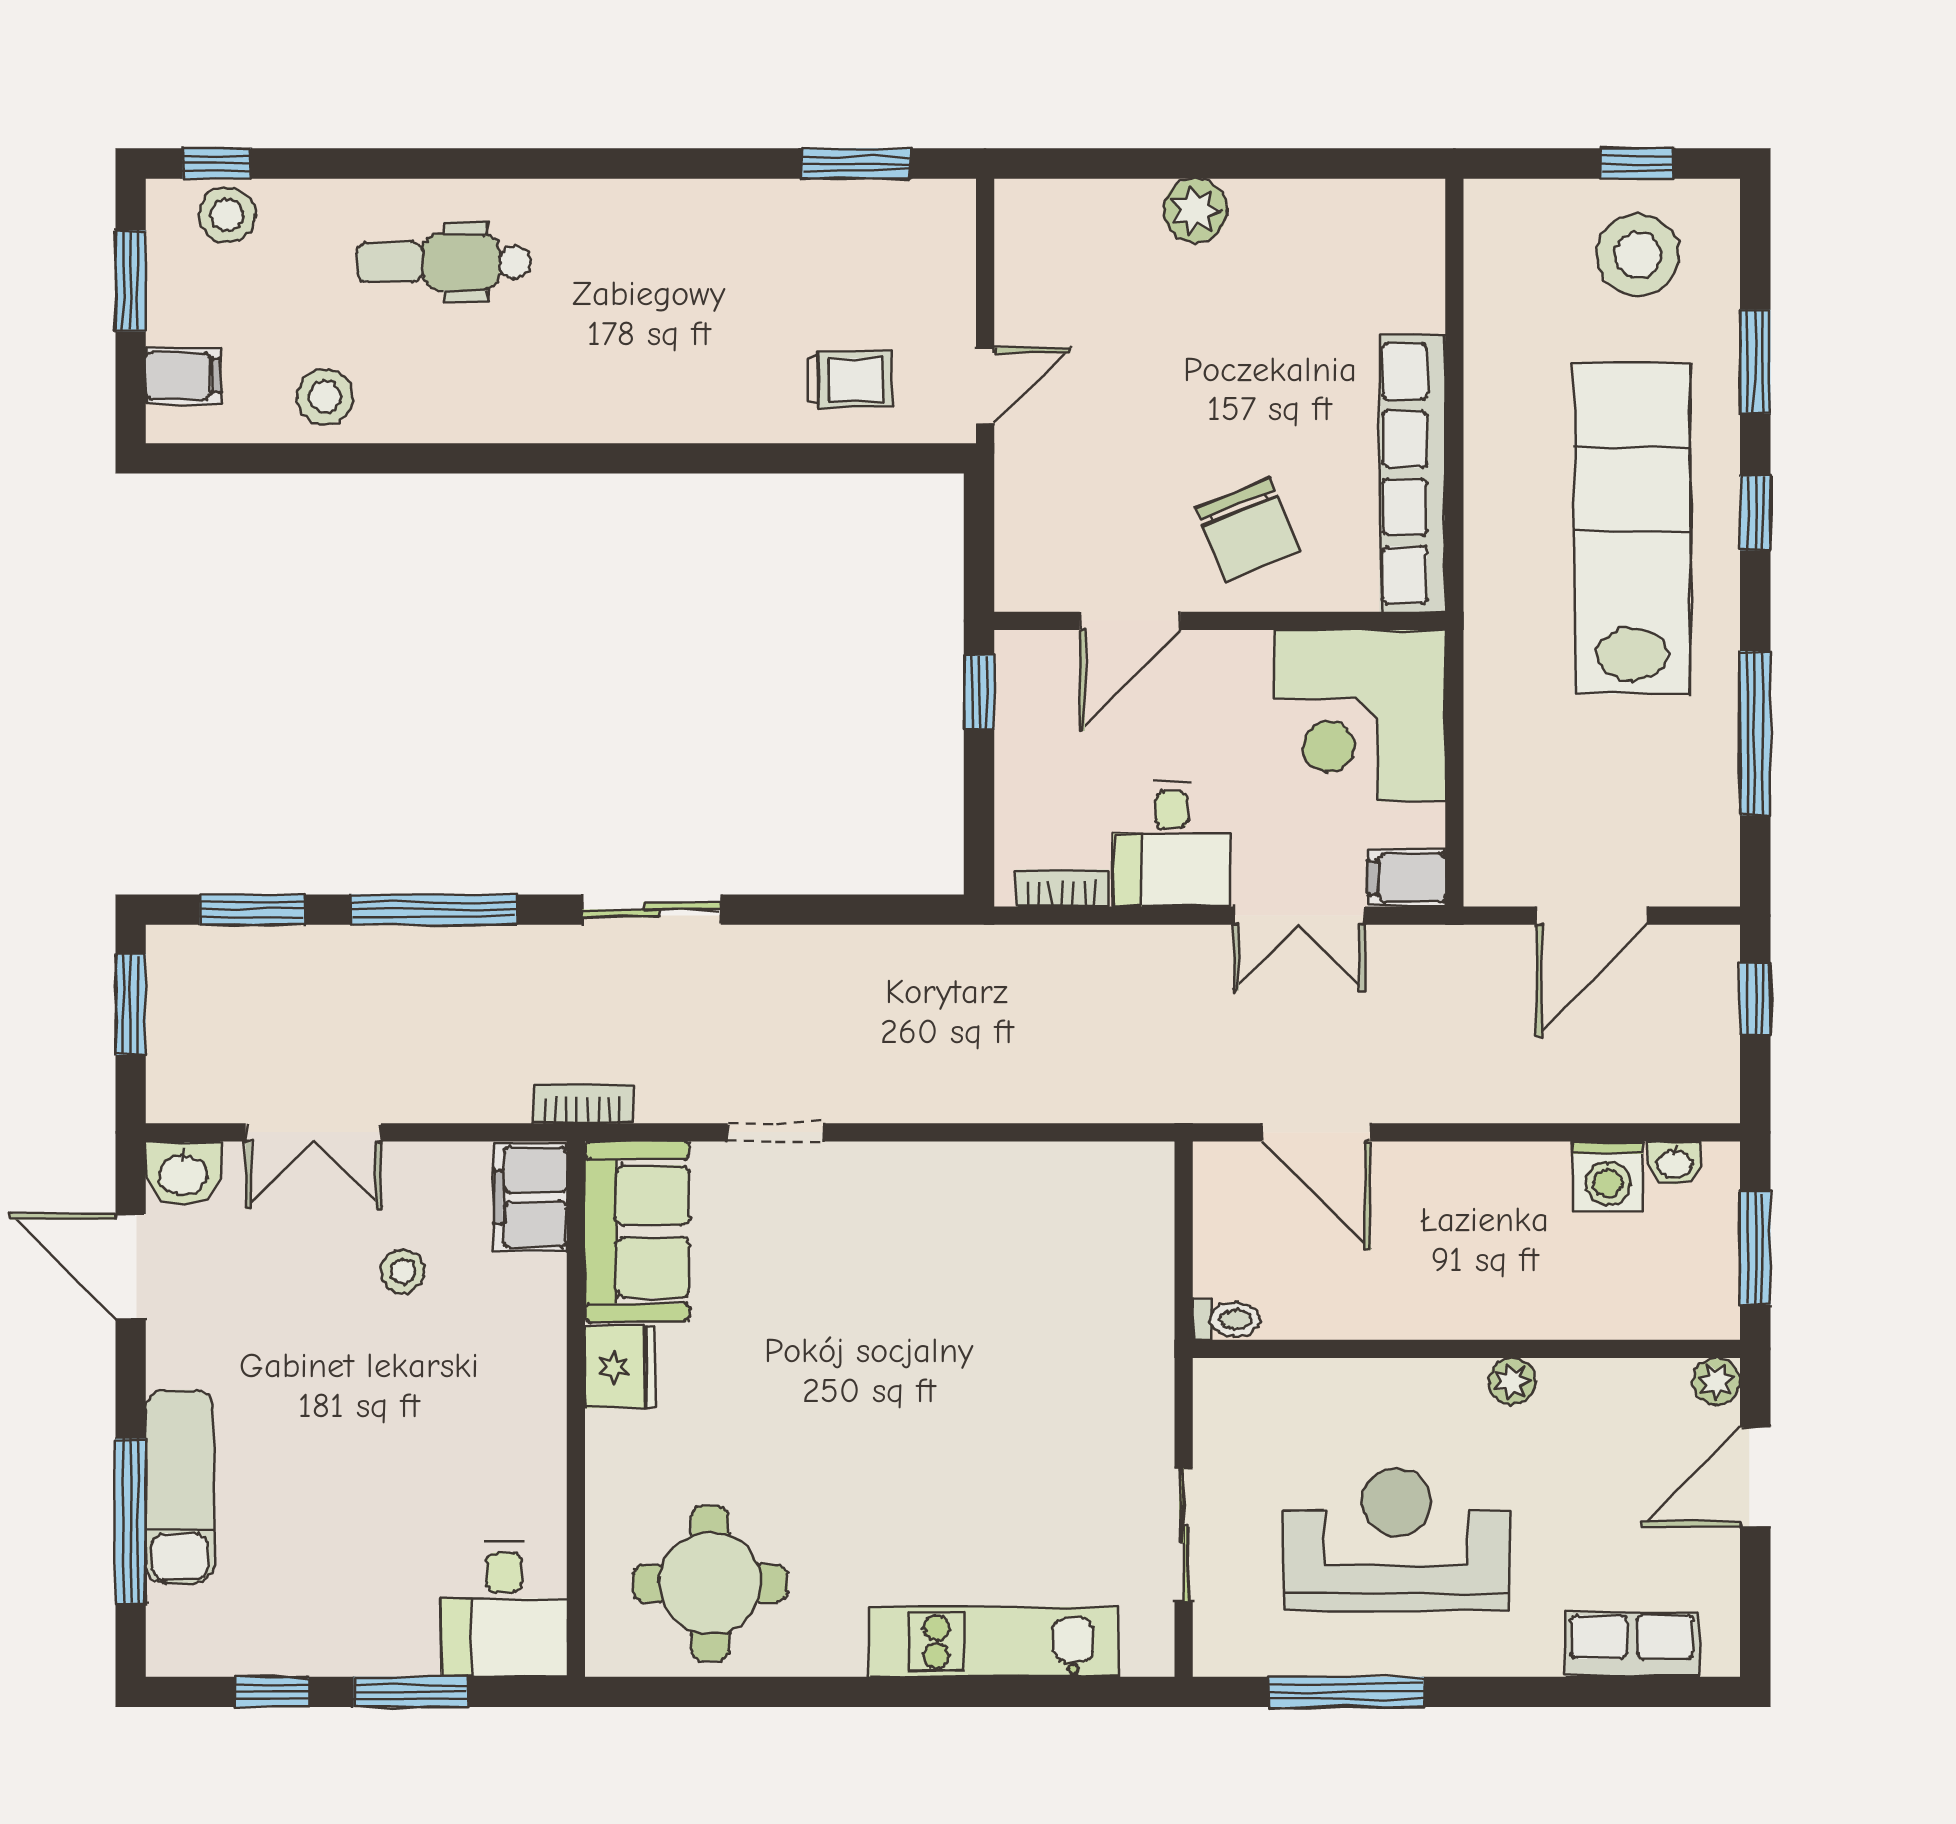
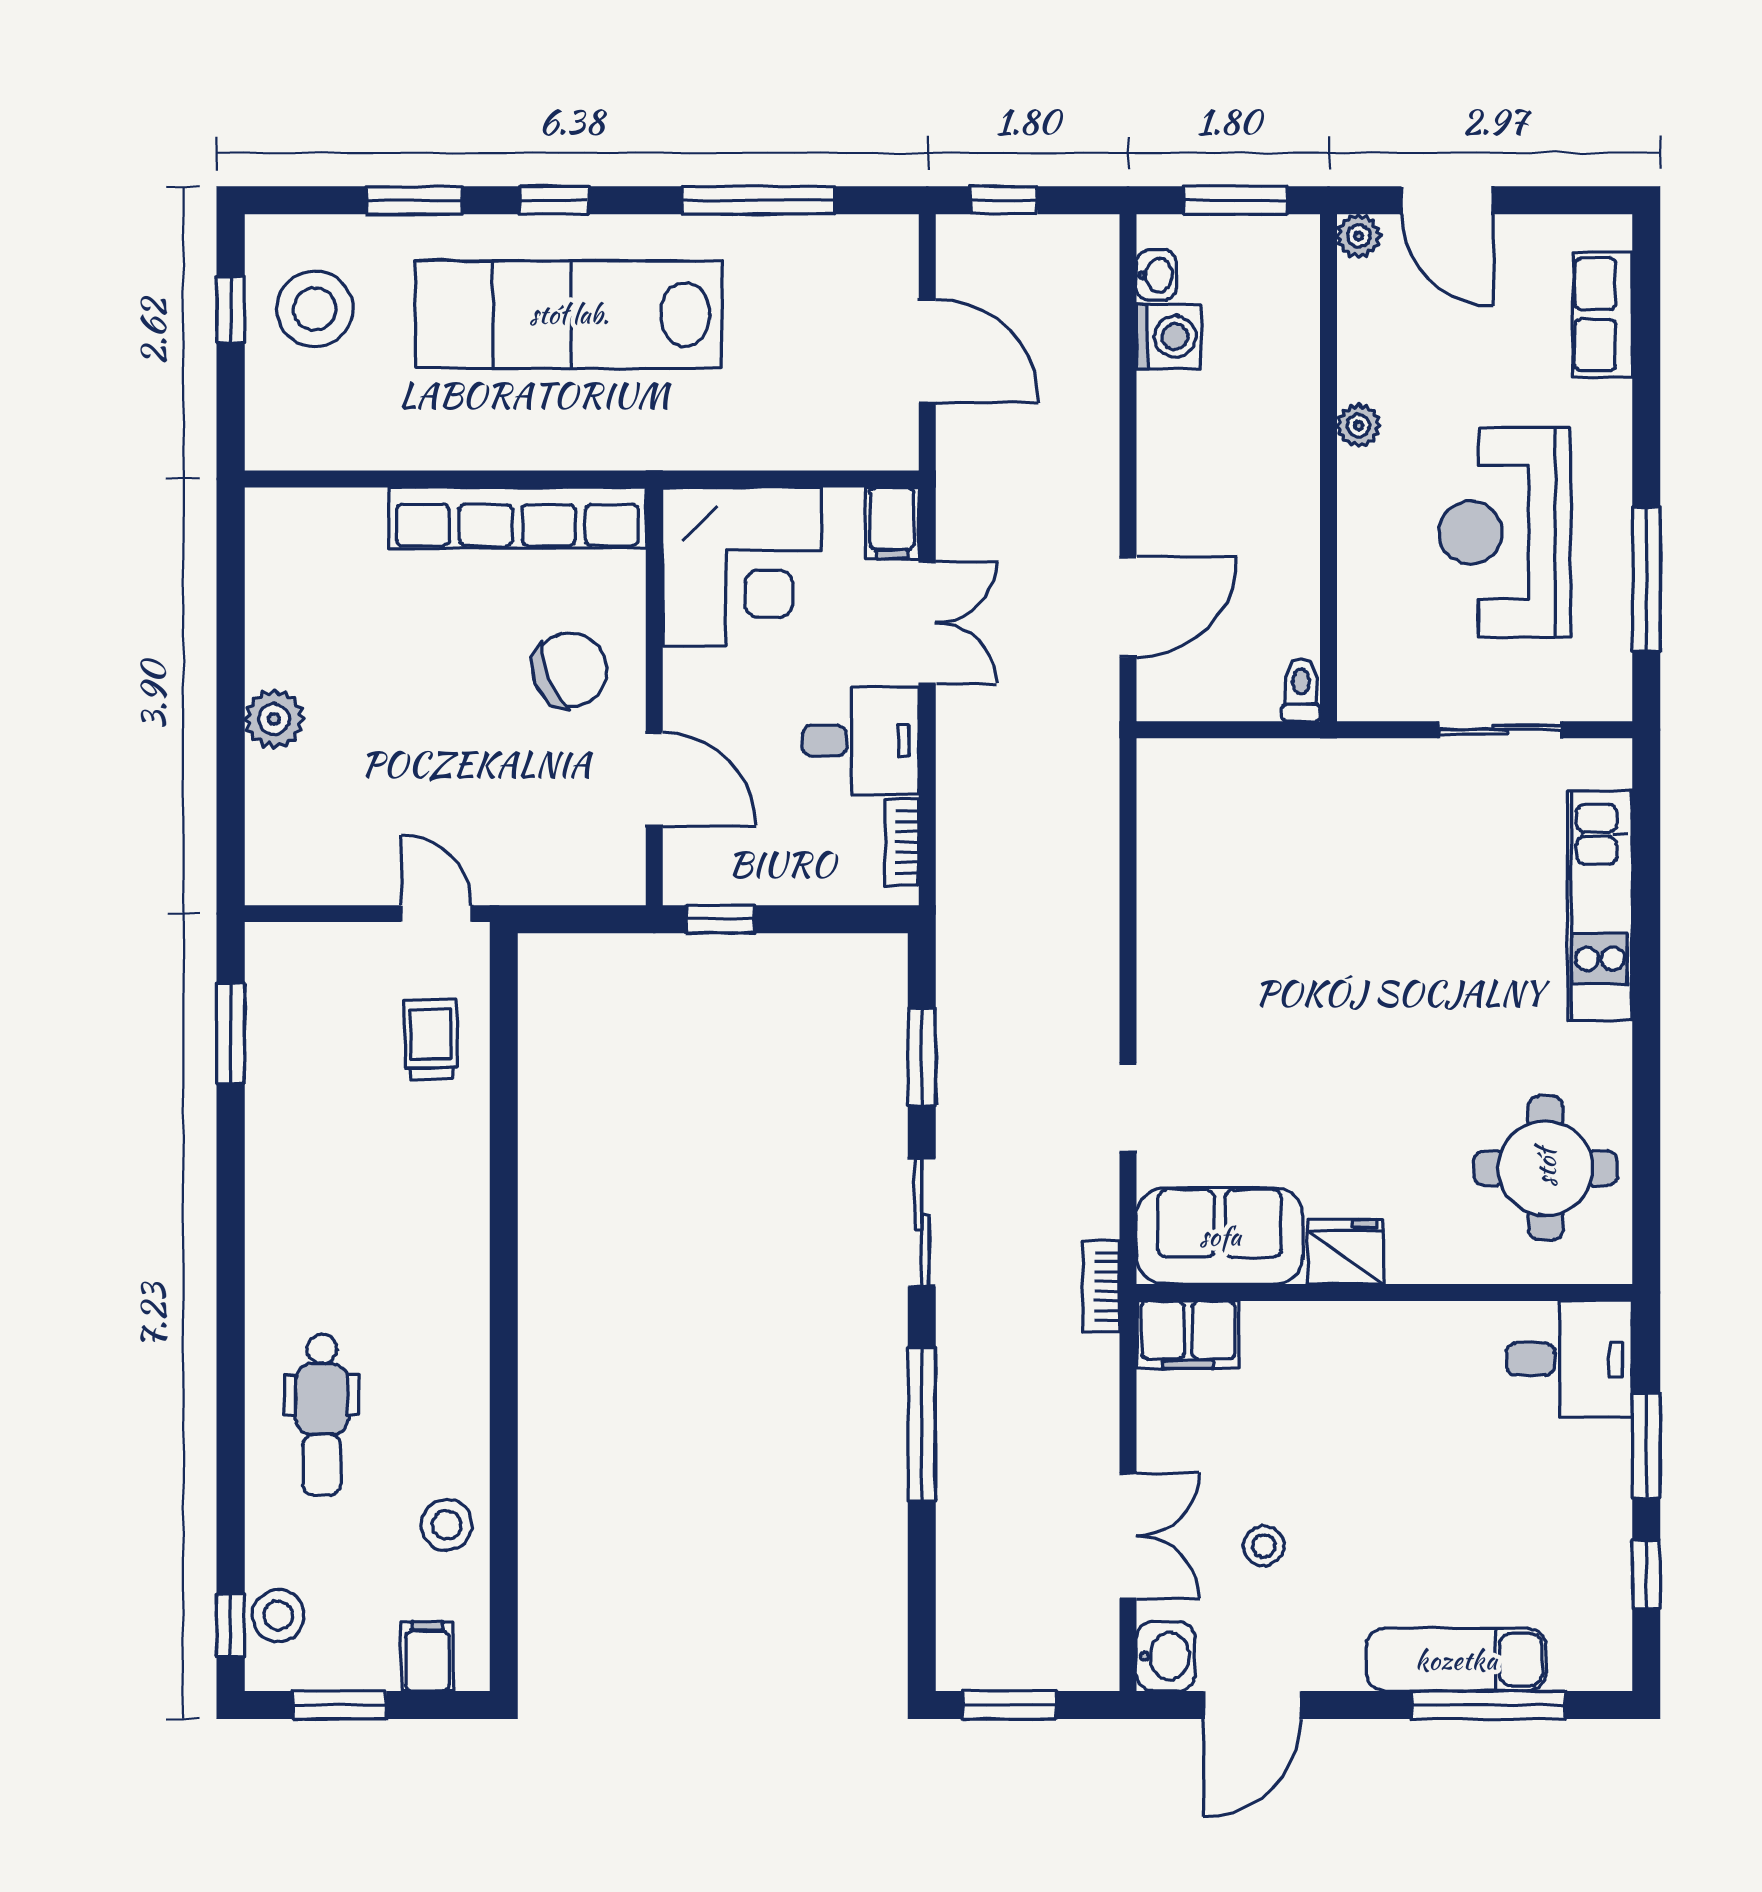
window: (252, 910) -> (922, 1057), moved
stool: (403, 1272) -> (1264, 1546), moved

